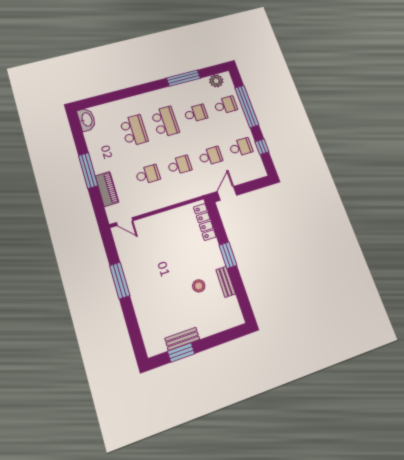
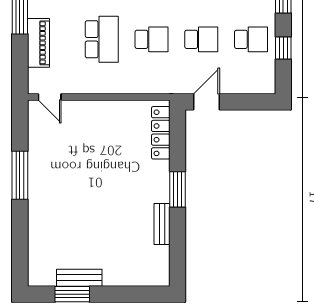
school desk: (148, 175) -> (102, 39), width x1.85
stool: (199, 286) -> (123, 217), removed

